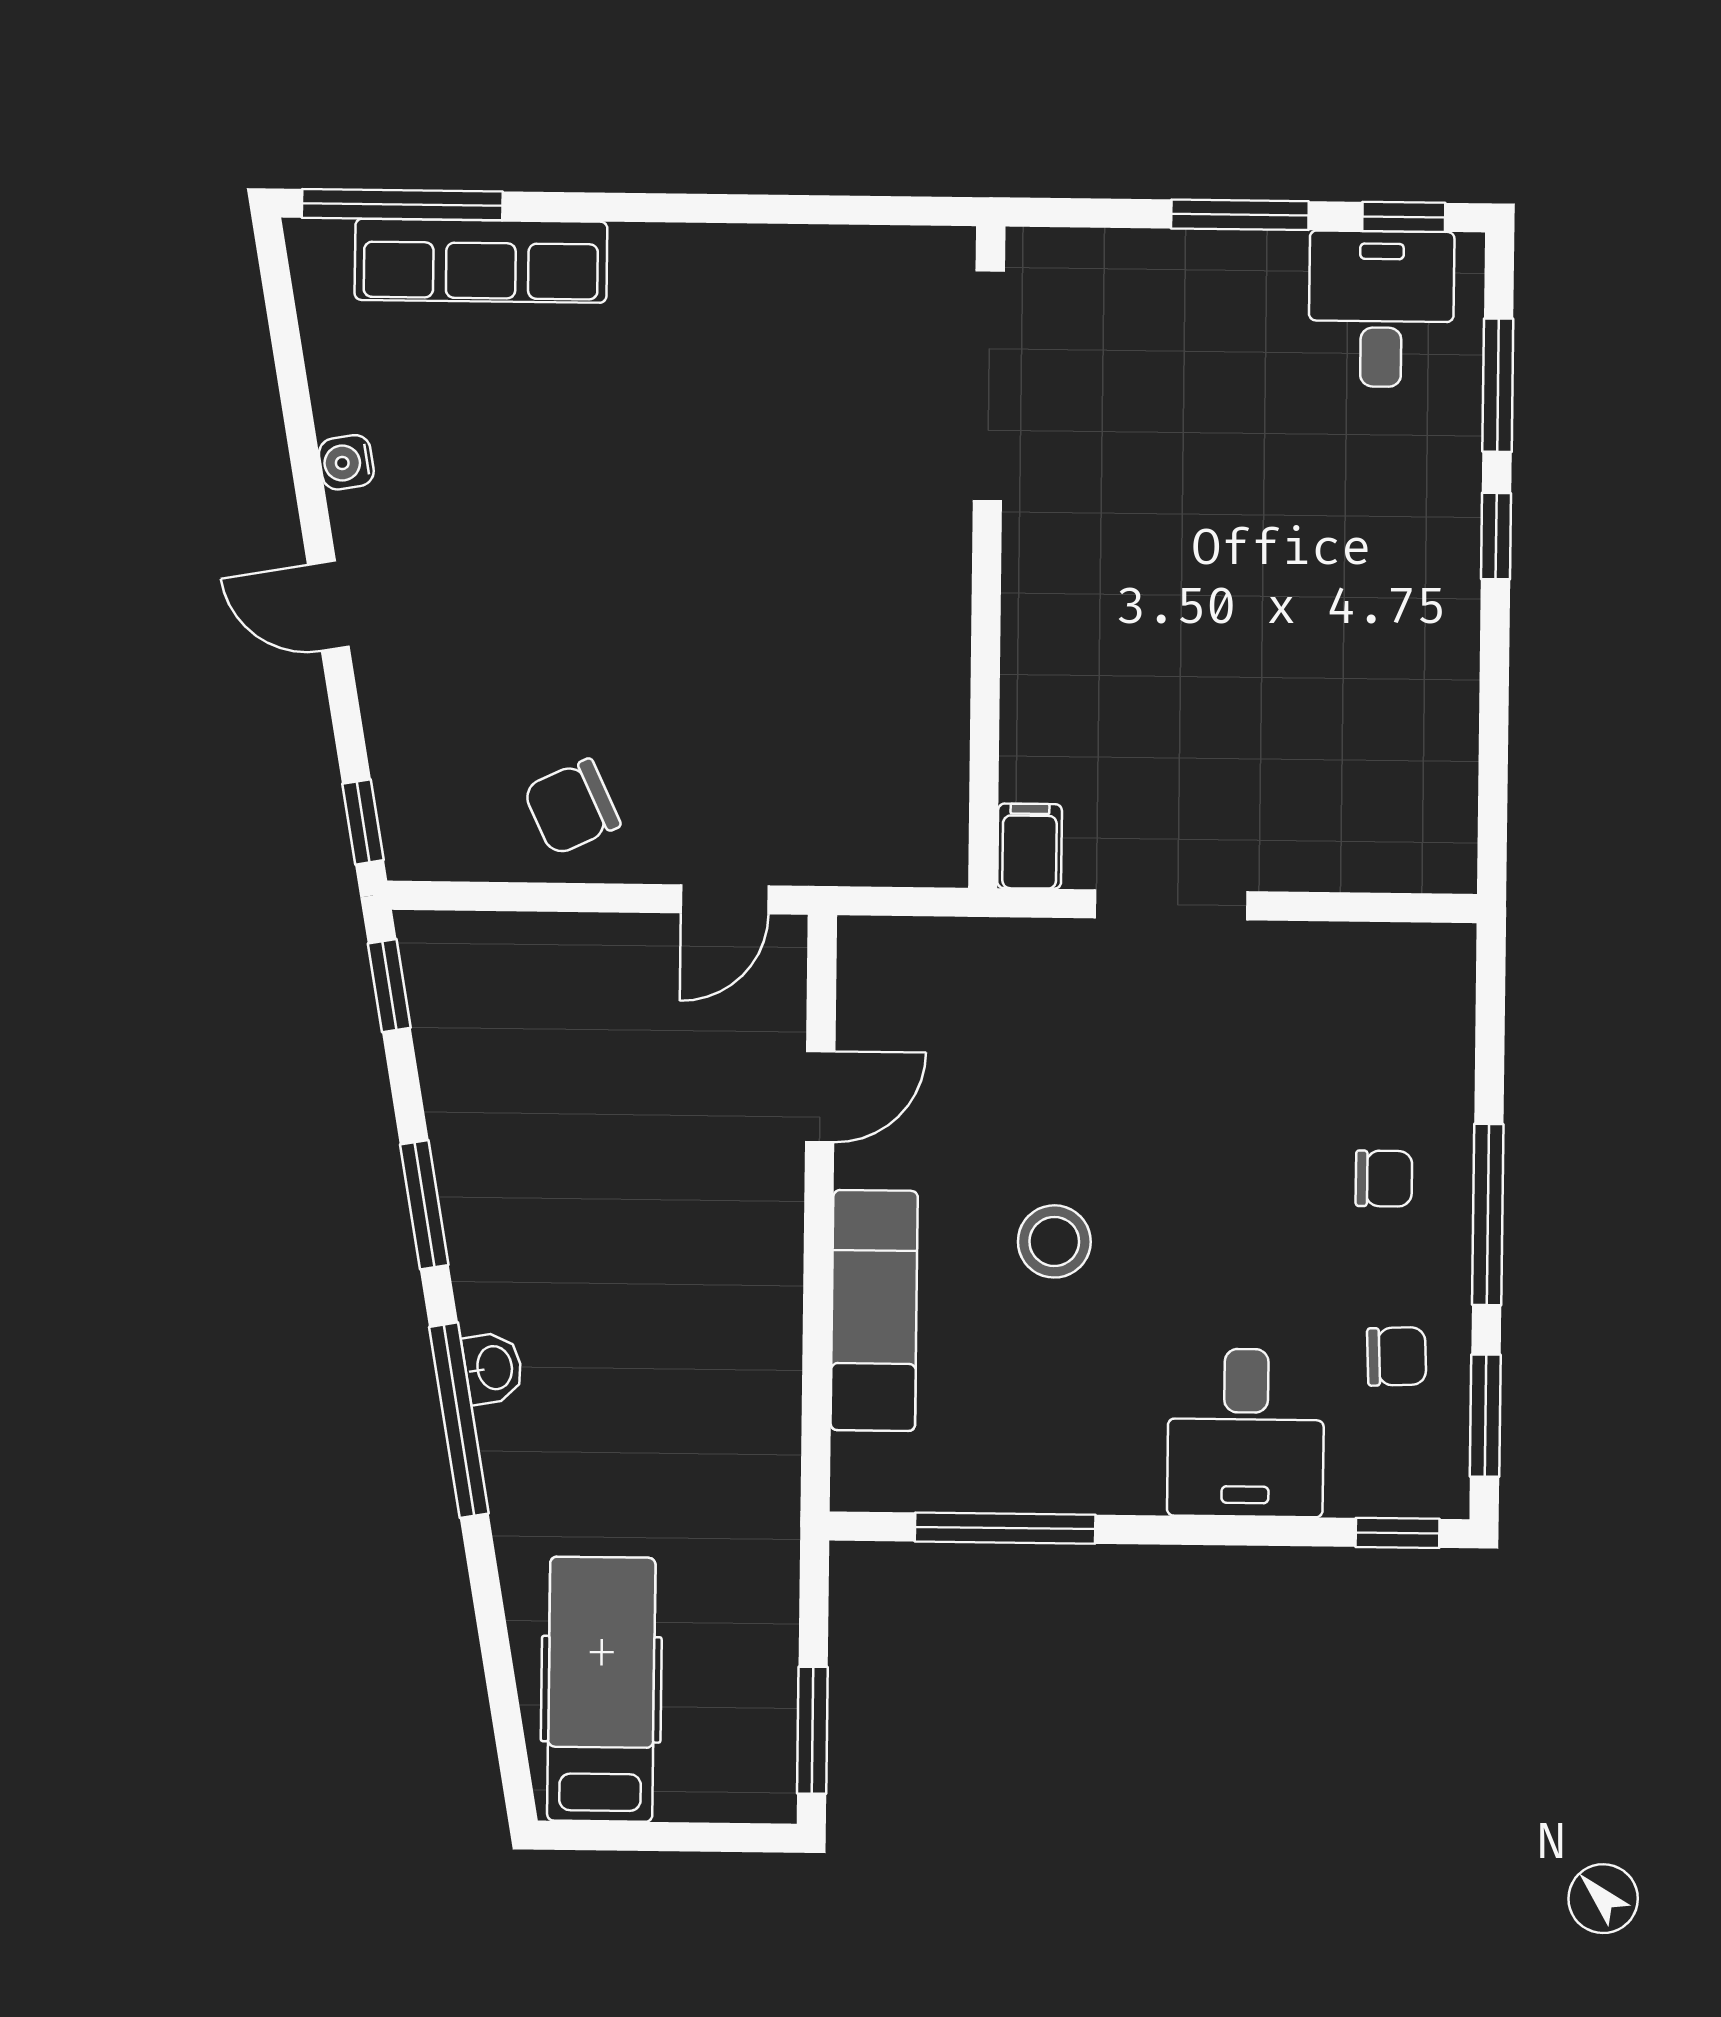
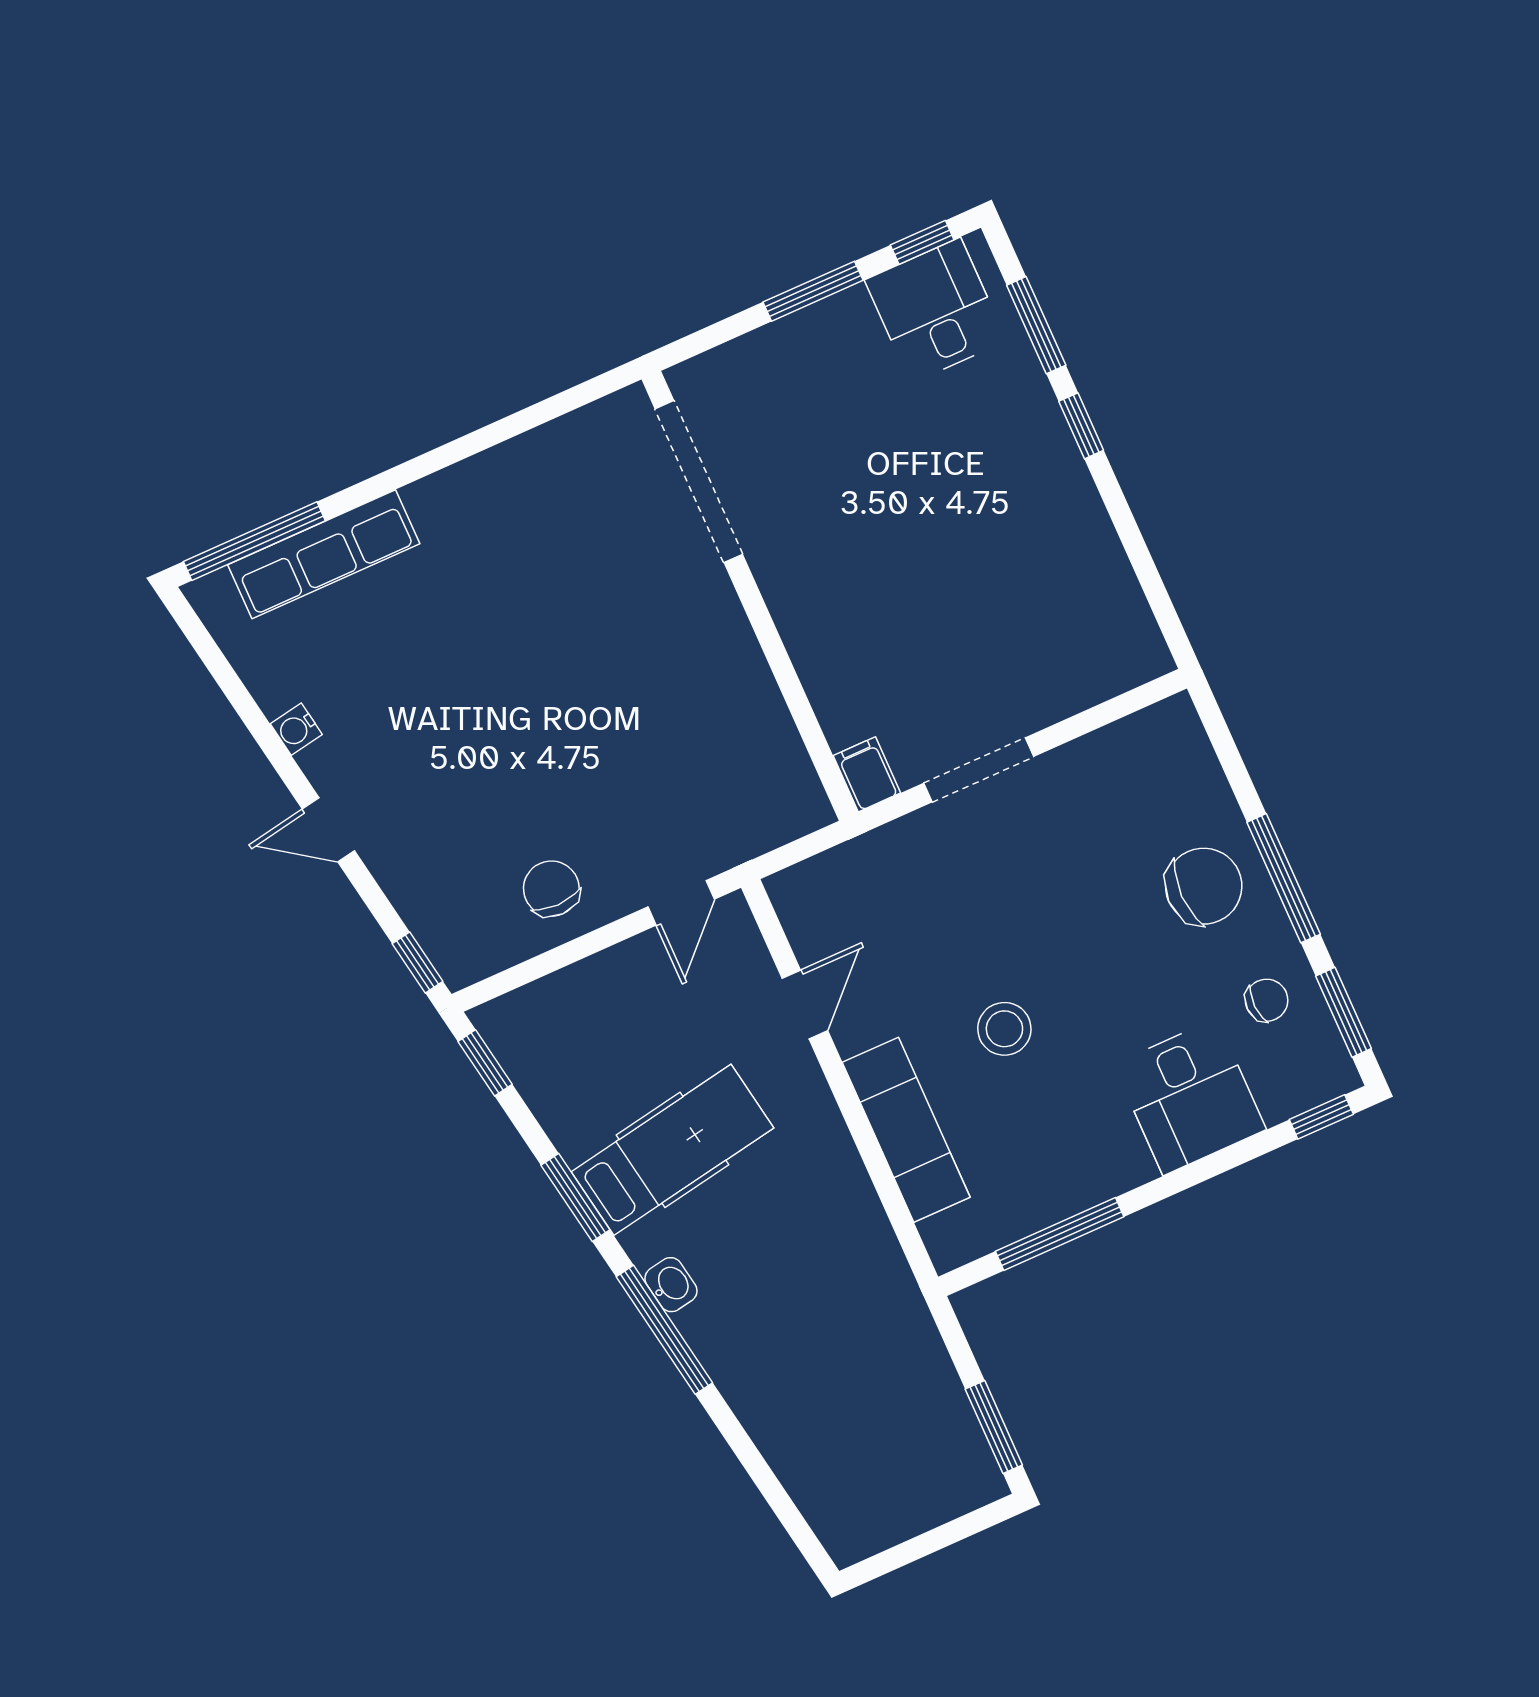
chair: (572, 807) -> (551, 889), turned 115
chair: (1384, 1179) -> (1204, 886), width x1.87, depth x1.87
hospital bed: (601, 1689) -> (672, 1150), moved, turned 80

